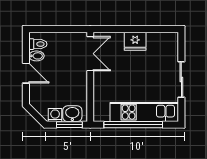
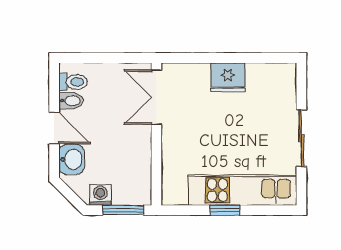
double door: (90, 54) -> (156, 97), swing flipped
washbasin: (72, 114) -> (72, 159), moved, turned 90
window: (133, 125) -> (225, 210), width x0.32

